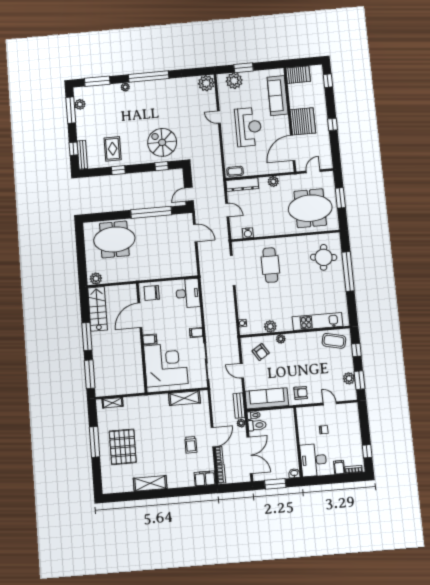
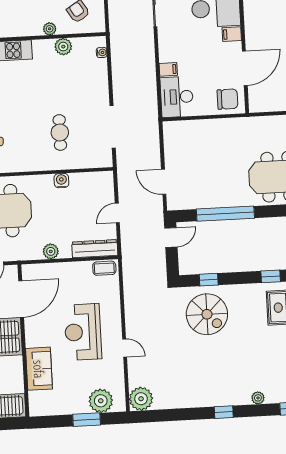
window: (149, 76) -> (224, 412), width x0.32
sofa: (278, 96) -> (39, 369), width x0.73
door: (227, 210) -> (117, 213), hinge flipped
water cooler: (248, 233) -> (61, 181), moved
cafe table: (270, 265) -> (60, 132), width x0.73, depth x0.74
filing cabinet: (196, 333) -> (168, 69), moved

